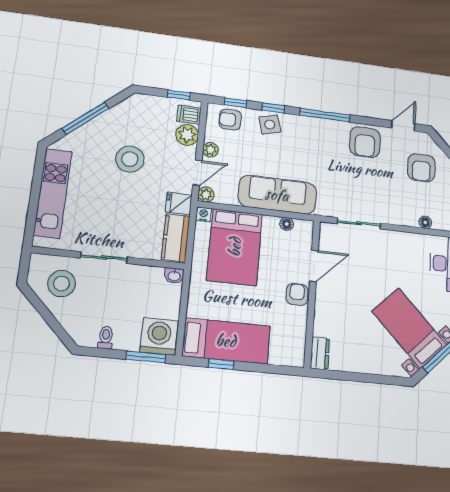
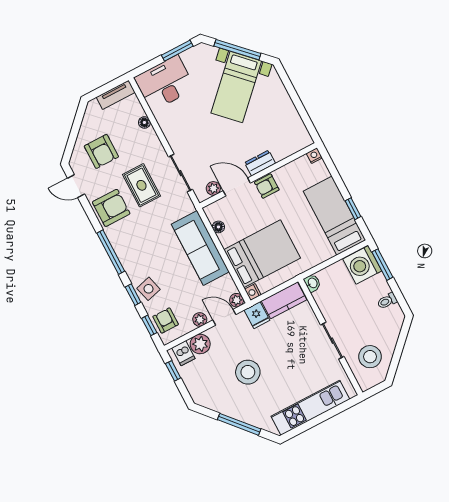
armchair: (230, 120) -> (166, 321), turned 180
armchair: (421, 168) -> (101, 151), turned 90
rug: (369, 182) -> (141, 185), added
plant: (326, 243) -> (213, 188), added
dresser: (320, 353) -> (260, 163), moved
nightstand: (298, 360) -> (314, 156), added

